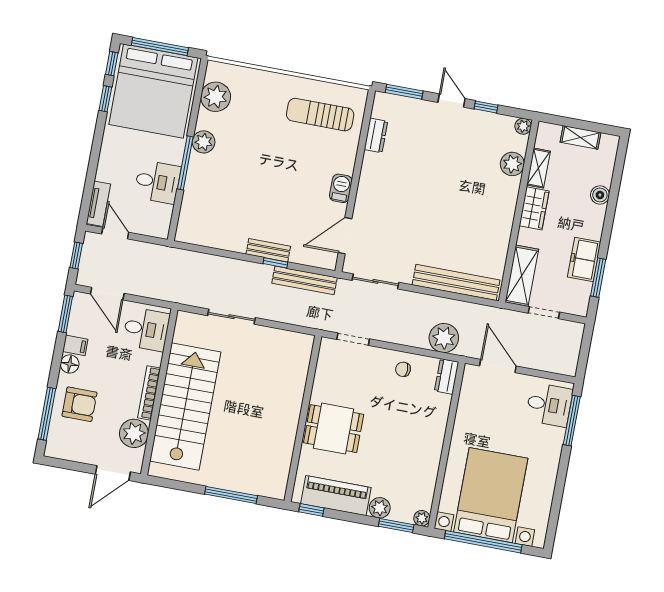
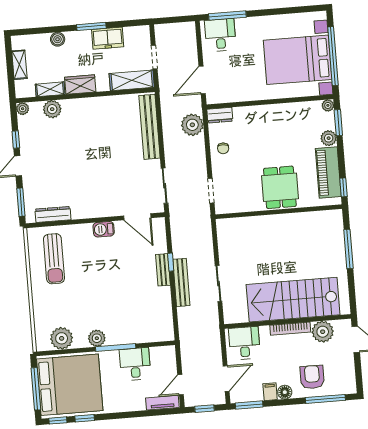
dresser: (376, 135) -> (53, 214), width x1.44
window: (598, 278) -> (91, 26), moved
bench: (305, 280) -> (181, 282), moved

